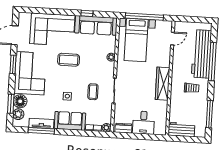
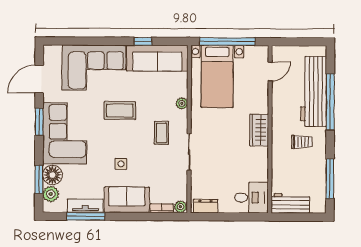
wardrobe: (163, 84) -> (259, 130), width x0.67
coffee table: (93, 92) -> (161, 133), moved
desk: (143, 123) -> (251, 198), moved, turned -90

